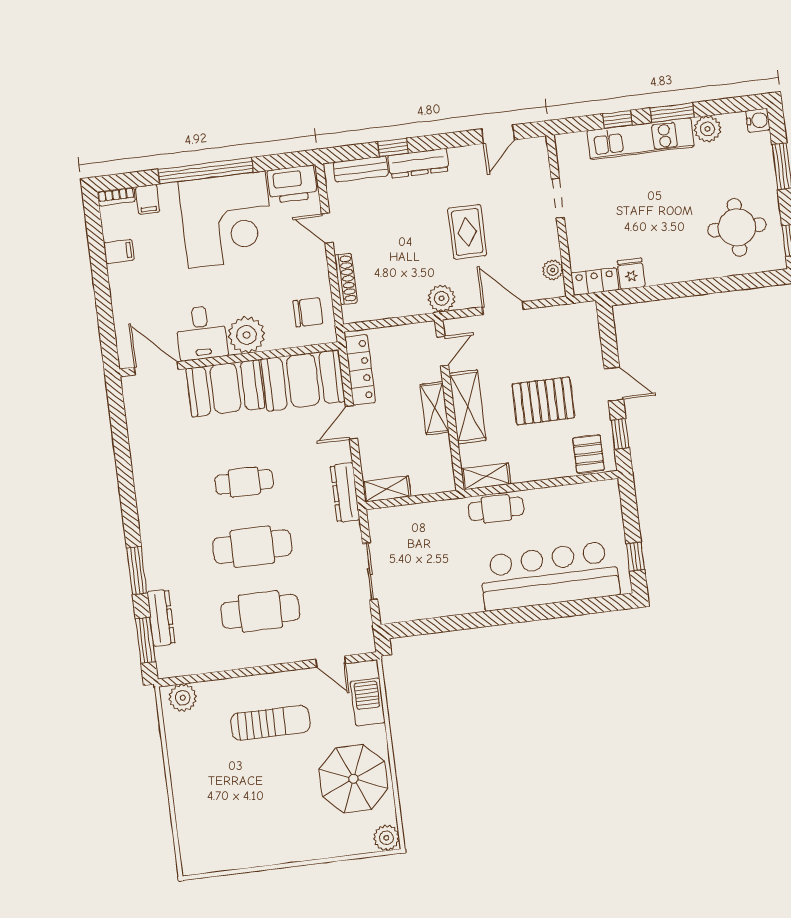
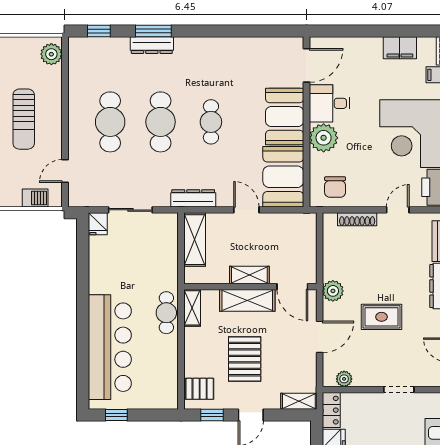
filing cabinet: (119, 251) -> (400, 48), width x2.00
shelving: (589, 325) -> (299, 401), added
door: (443, 351) -> (292, 287), width x1.37
locker: (360, 370) -> (286, 222), removed
shelving: (387, 489) -> (195, 240), width x1.50, depth x1.33
fridge: (393, 611) -> (98, 224), added
dresser: (161, 618) -> (152, 45), moved
window: (146, 640) -> (99, 31), width x0.67
barbecue: (368, 702) -> (35, 198), width x0.73, depth x0.79

